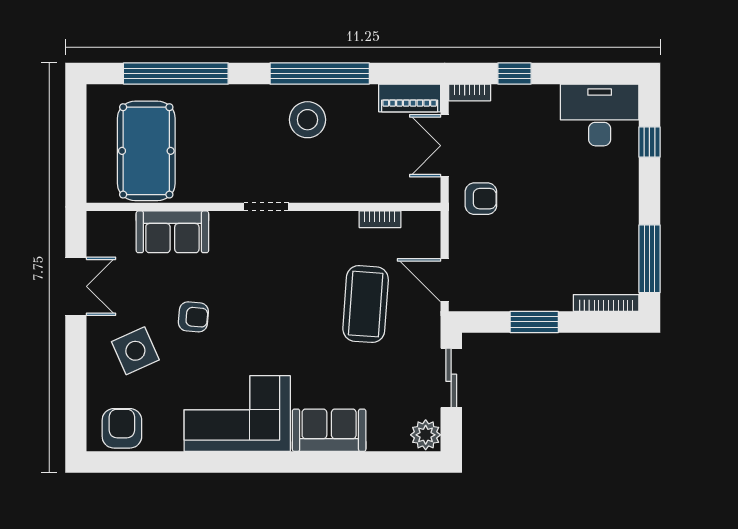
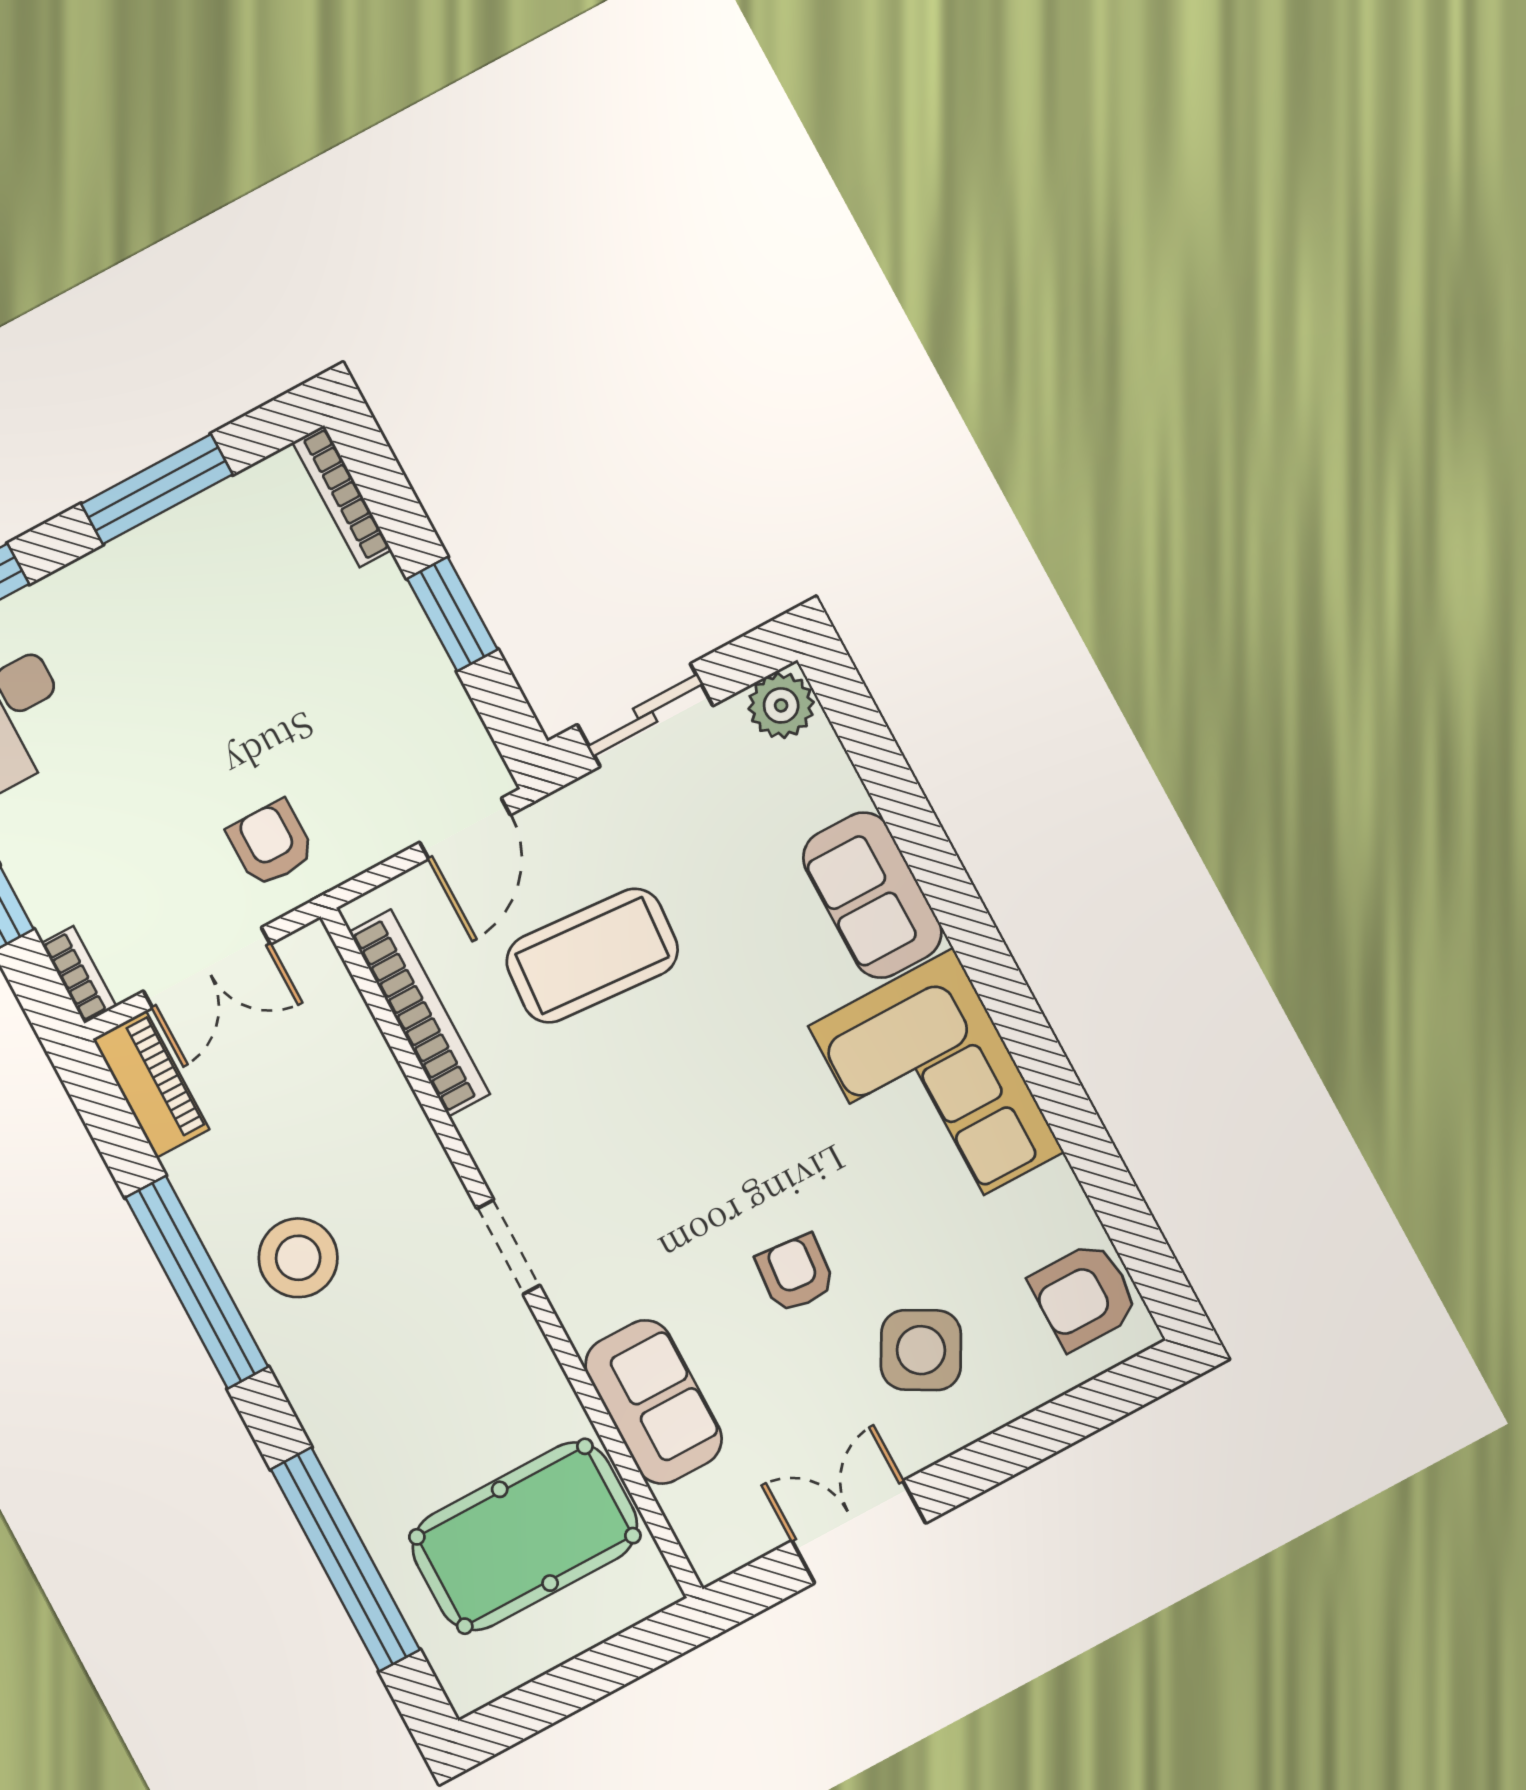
bookcase: (380, 219) -> (420, 1013), width x2.31, depth x1.31
window: (649, 259) -> (157, 489), moved
side table: (135, 351) -> (921, 1350), turned -37

